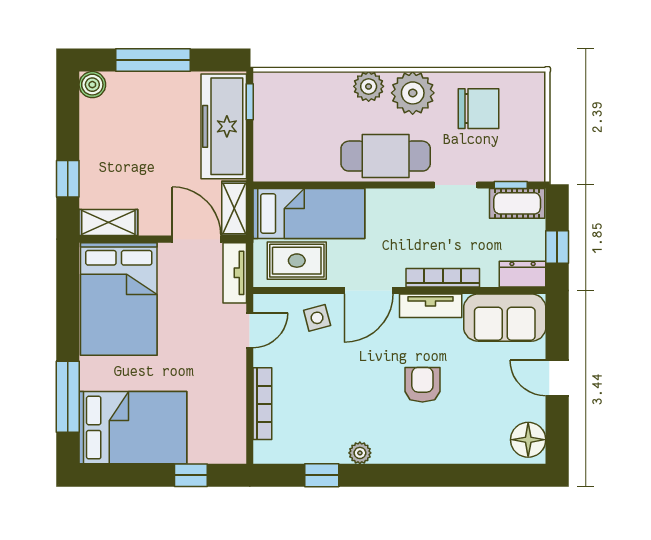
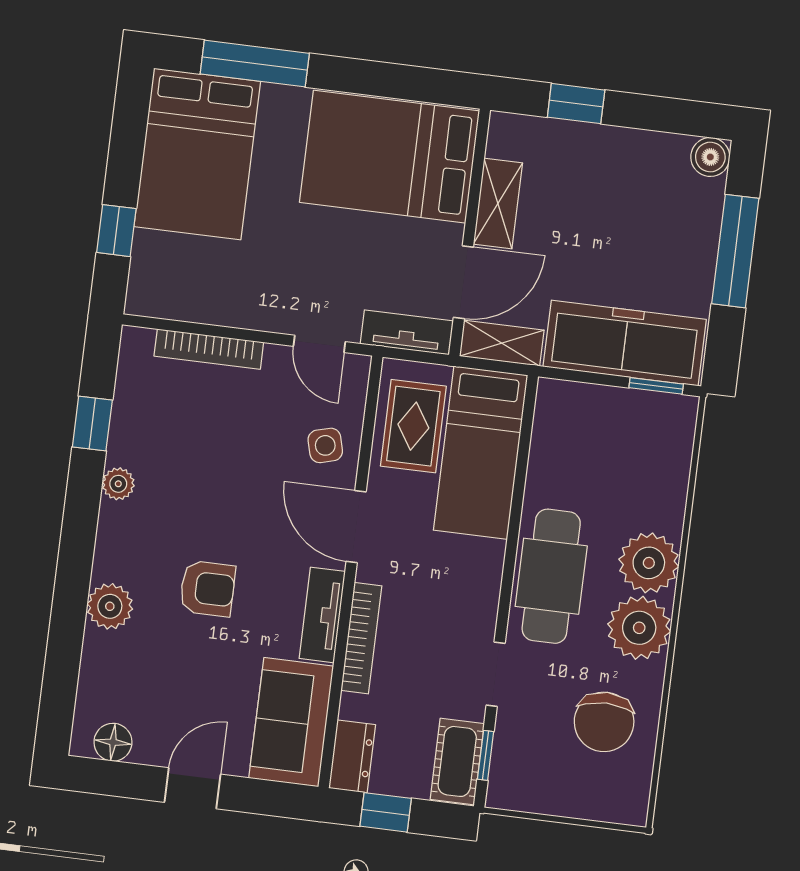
plant: (369, 86) -> (649, 563), width x1.36, depth x1.36
shelving: (108, 223) -> (498, 203), moved
floor lamp: (528, 440) -> (113, 742), width x0.73, depth x0.73
plant: (442, 448) -> (110, 606), added

